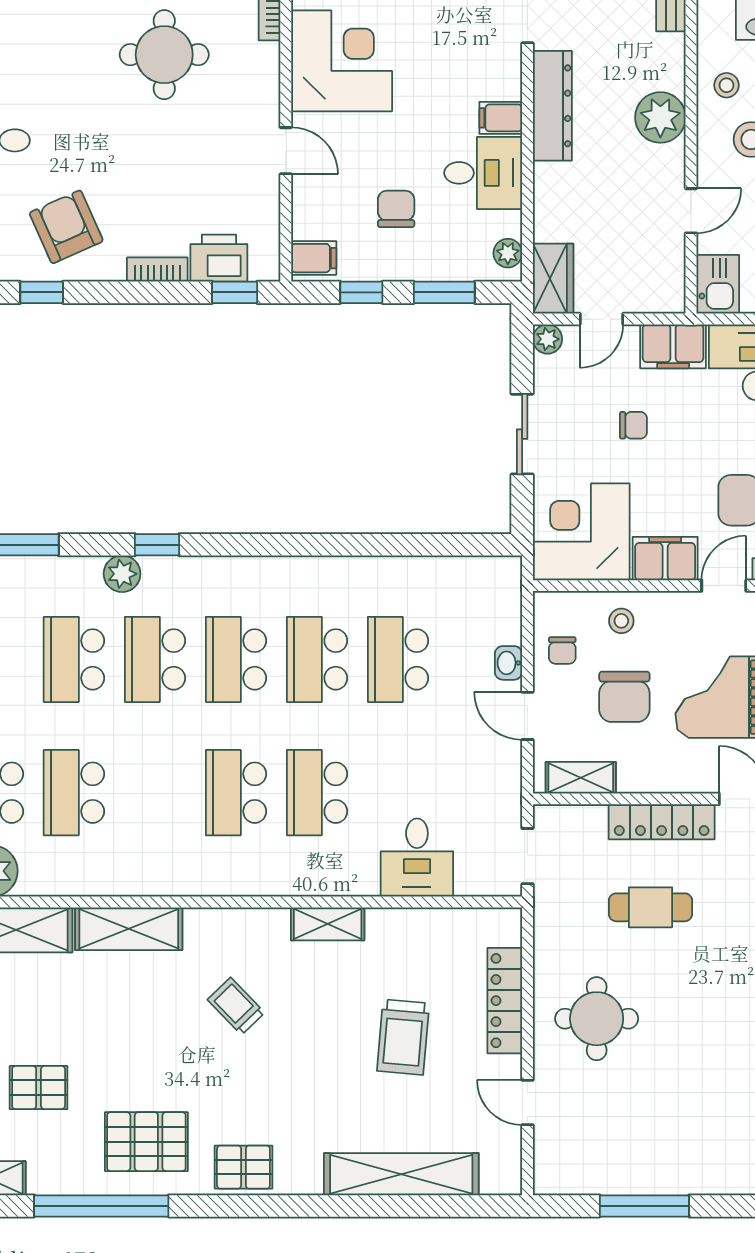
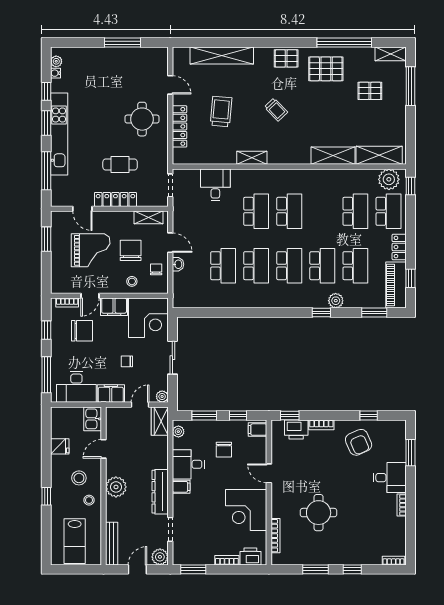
trolley: (236, 1006) -> (276, 110), moved

